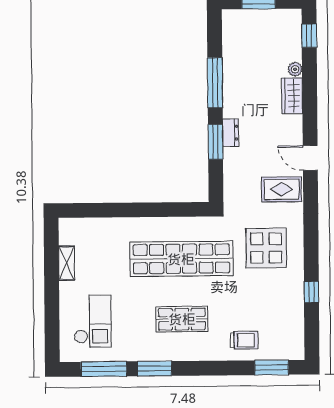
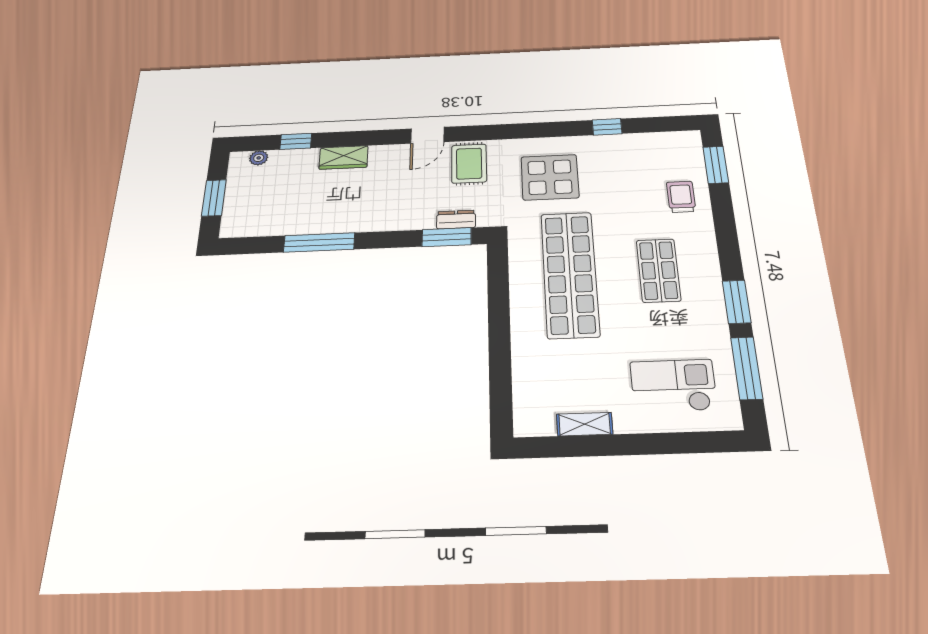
window: (309, 36) -> (296, 141), moved
plant: (295, 69) -> (259, 158), moved
dresser: (231, 133) -> (456, 220), moved
window: (216, 142) -> (447, 237), moved

